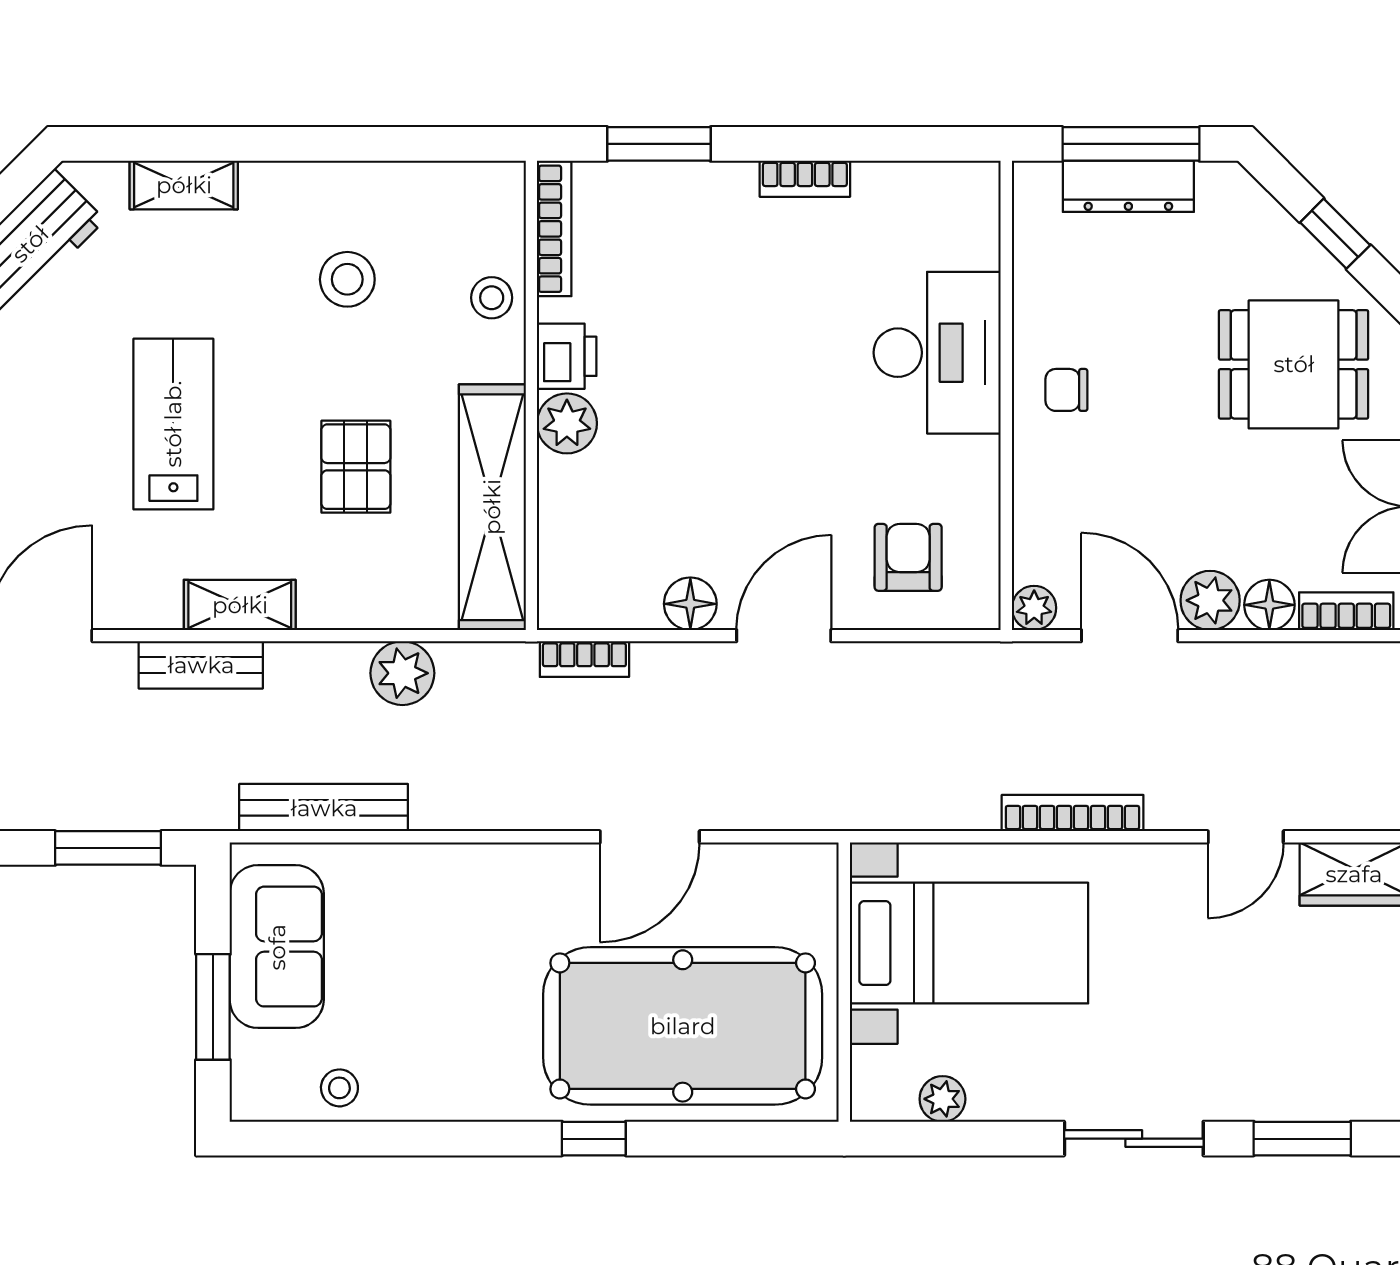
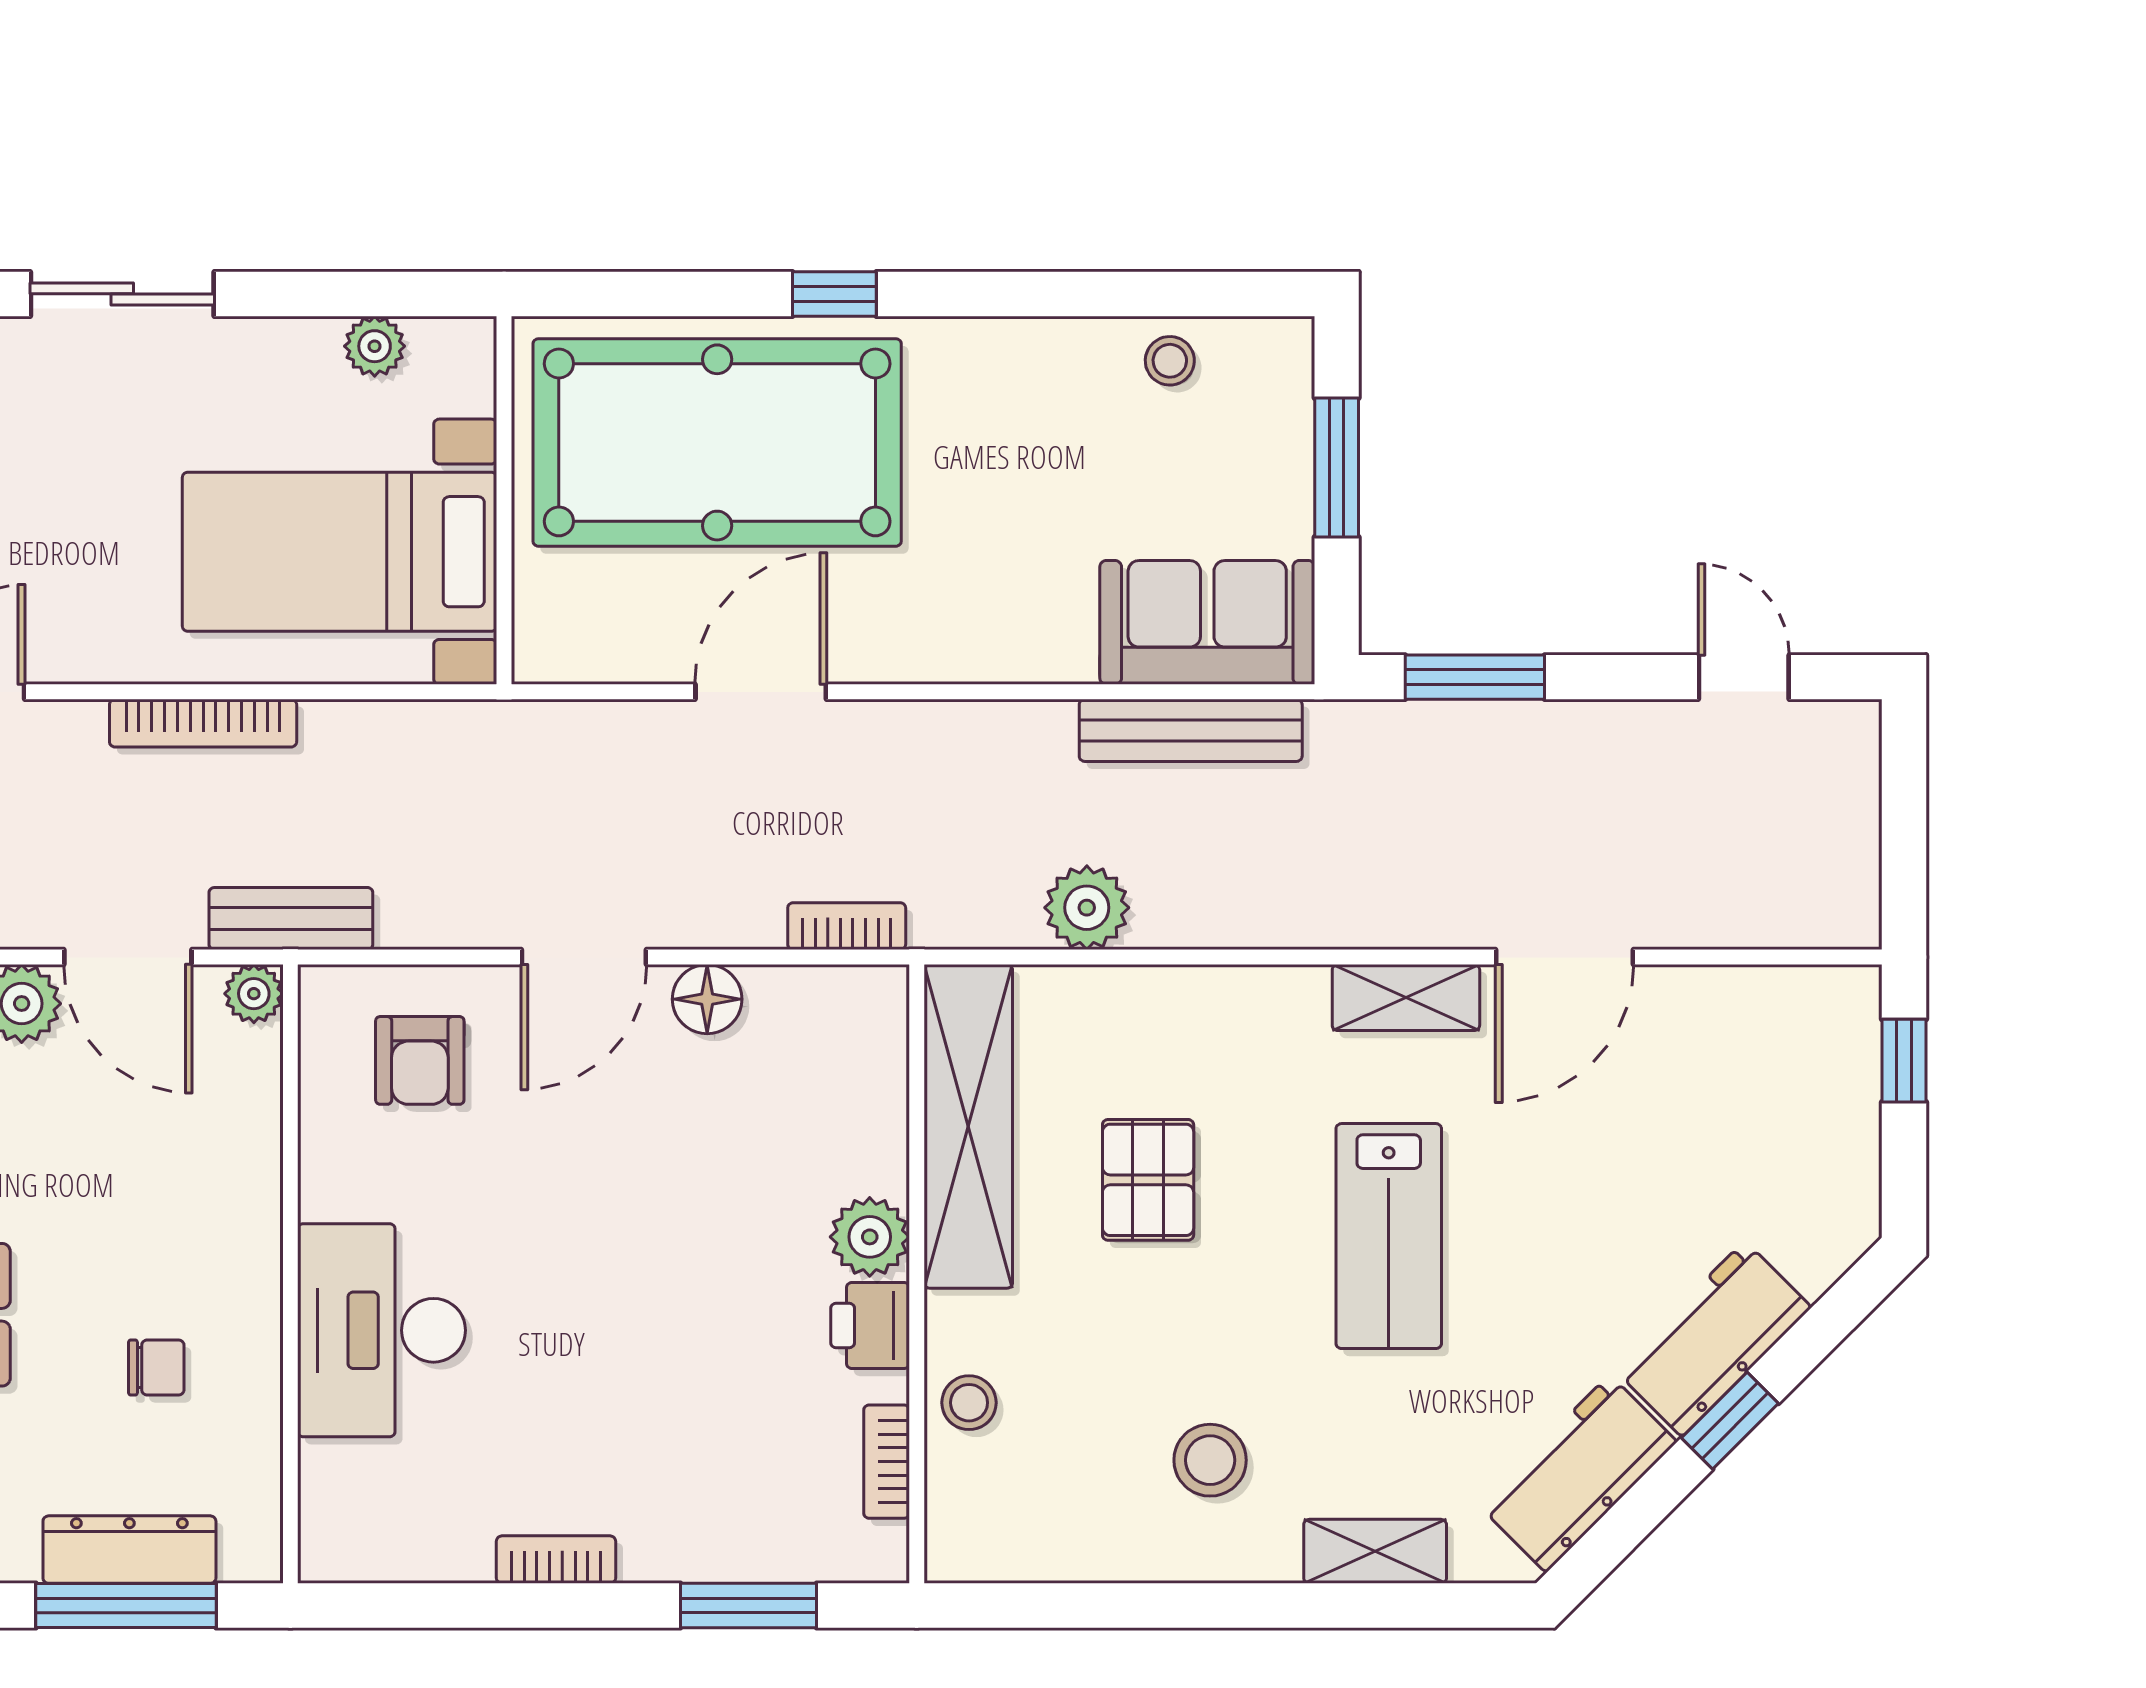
bookcase: (554, 229) -> (887, 1462), width x0.64
stool: (347, 279) -> (1210, 1460), moved
chair: (1066, 390) -> (156, 1367), moved
shelving: (240, 605) -> (1406, 998), moved
bench: (201, 665) -> (291, 918), moved
sofa: (277, 947) -> (1207, 622), moved, turned 90

